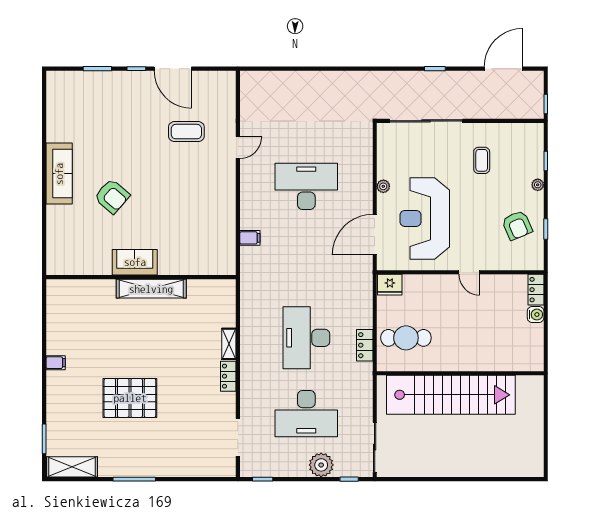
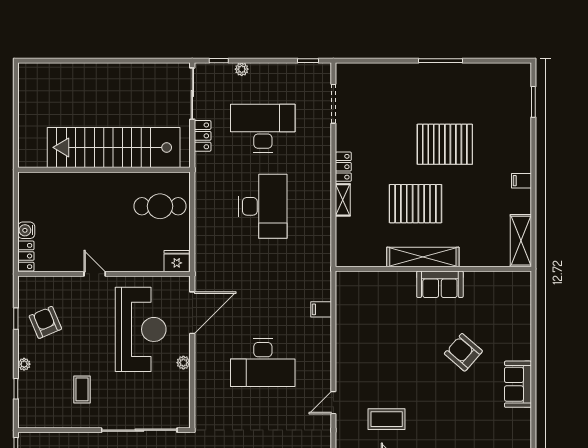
sofa: (59, 174) -> (518, 384), width x0.73
pallet: (158, 340) -> (415, 204), added
locker: (365, 345) -> (203, 136), moved
plant: (321, 465) -> (242, 69), width x0.53, depth x0.53
shelving: (72, 467) -> (521, 241), moved, turned 90

